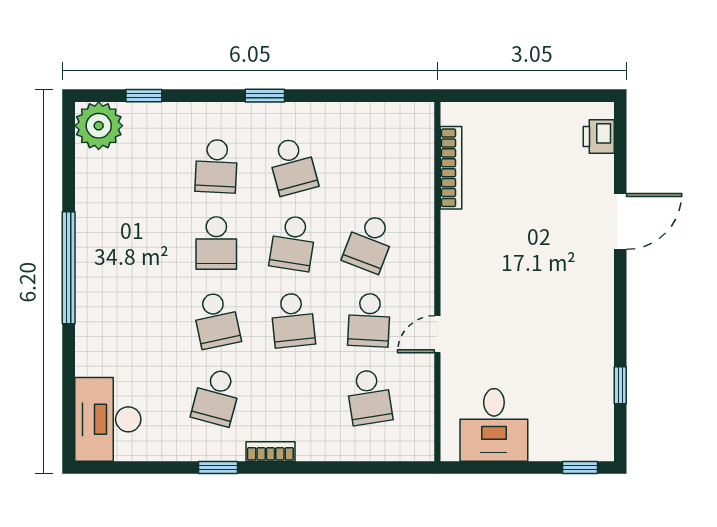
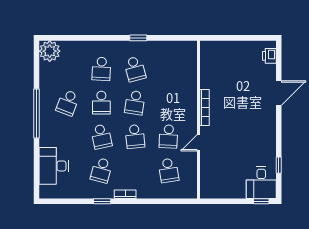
window: (144, 96) -> (70, 38), removed
window: (265, 96) -> (138, 38), moved
bookcase: (451, 168) -> (204, 107), moved
school desk: (369, 243) -> (68, 103), moved
desk: (108, 419) -> (54, 166), moved
desk: (494, 425) -> (261, 183), moved

